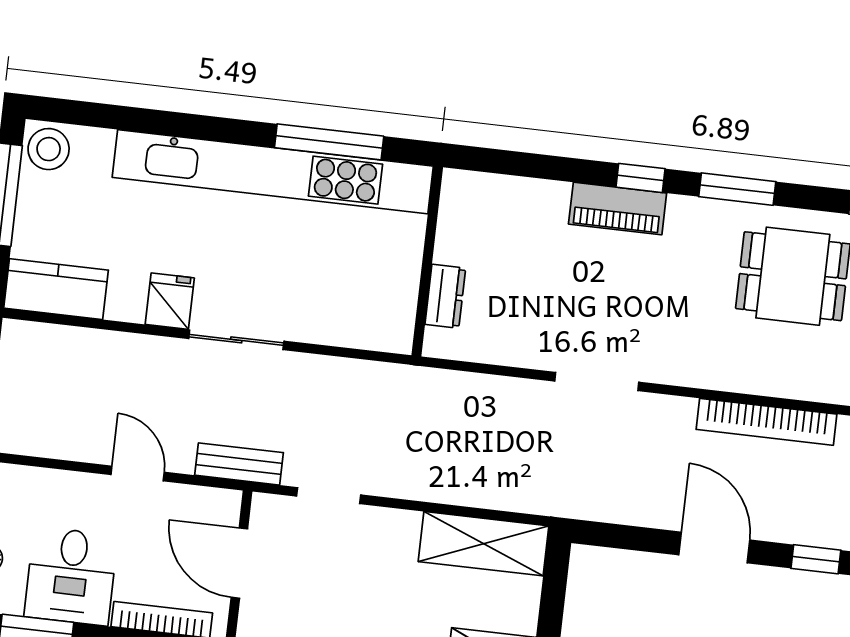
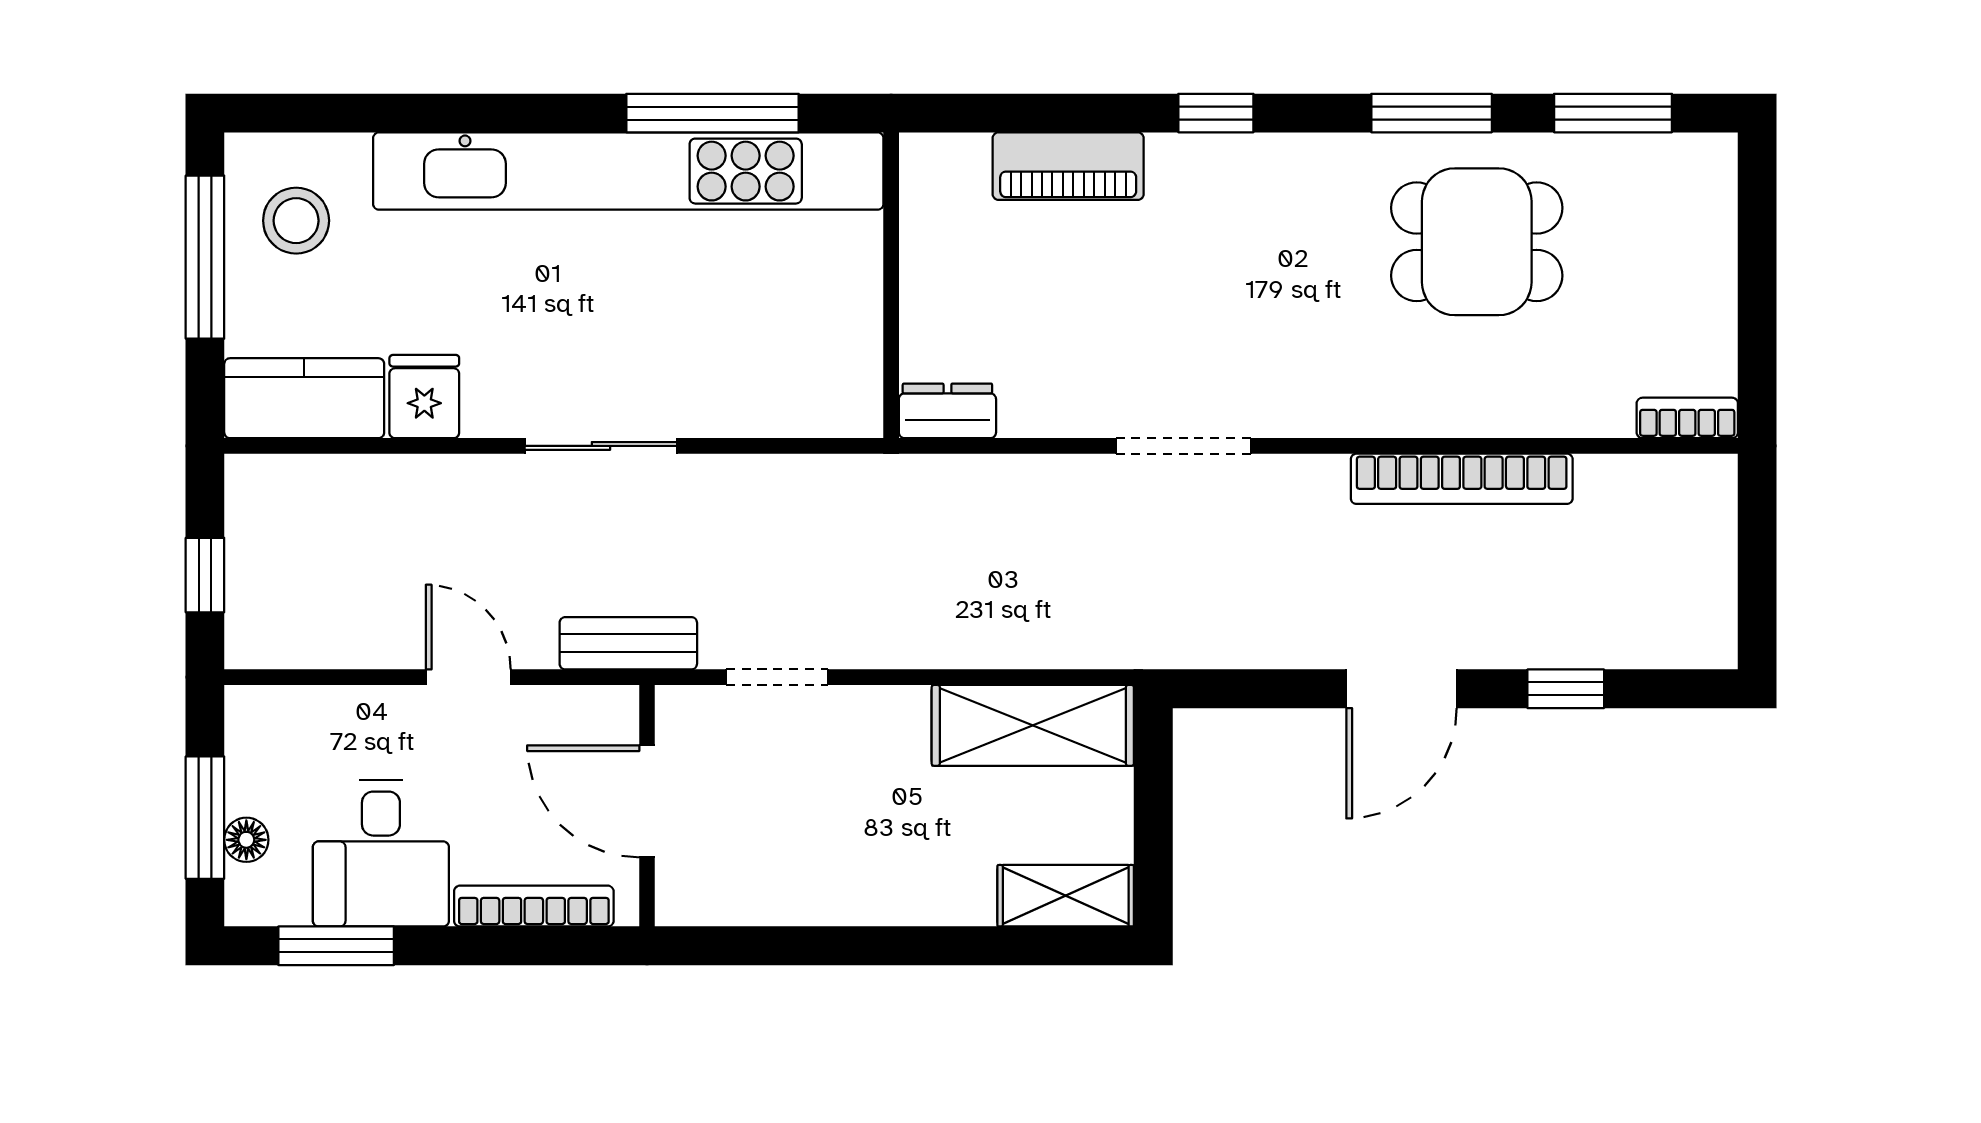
stool: (49, 149) -> (296, 221), moved
window: (737, 189) -> (1432, 113), moved
piano: (618, 209) -> (1068, 166), moved
dresser: (445, 296) -> (947, 411), moved, turned -90
fridge: (170, 301) -> (424, 397), moved
door: (714, 547) -> (1402, 689), swing flipped

